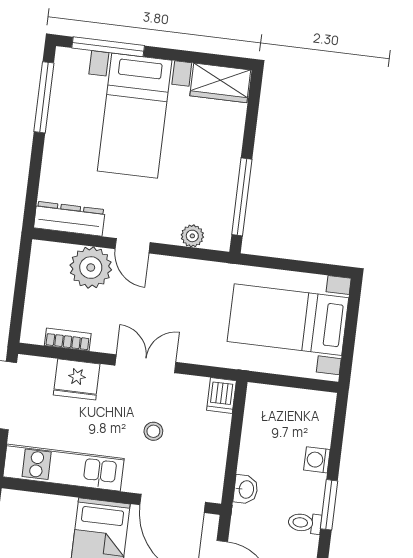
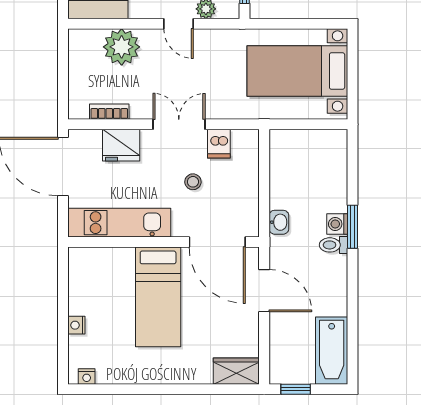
door: (133, 246) -> (179, 24), moved
dishwasher: (221, 396) -> (219, 144), moved
washing machine: (317, 460) -> (337, 224), moved

